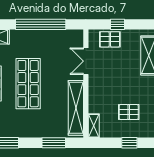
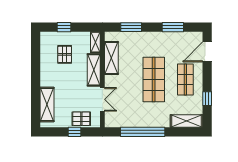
shelving: (96, 94) -> (94, 70), added
shelving: (76, 108) -> (111, 58), width x0.68
pallet: (129, 112) -> (65, 54), turned 90

